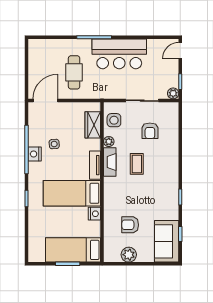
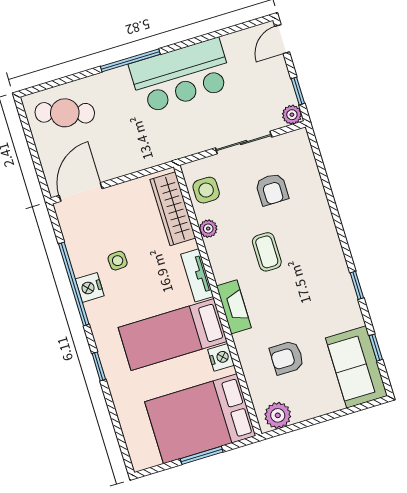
cafe table: (74, 72) -> (65, 113), moved, turned -72
wardrobe: (93, 125) -> (173, 209), width x1.50
fireplace: (110, 162) -> (234, 307), moved
bed: (73, 250) -> (200, 419), width x1.50
plant: (129, 255) -> (278, 415), moved

